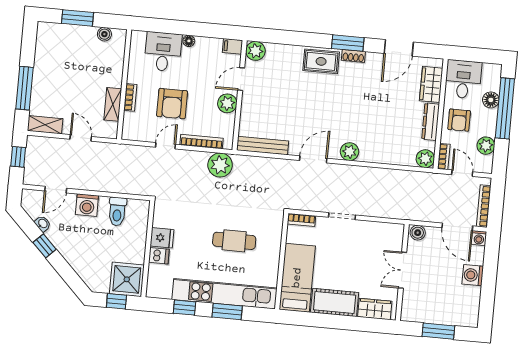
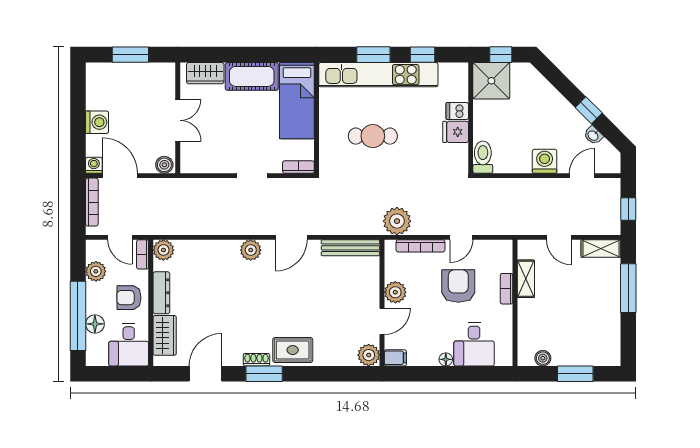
armchair: (459, 120) -> (129, 298), turned -90
toilet: (117, 212) -> (483, 157), moved

